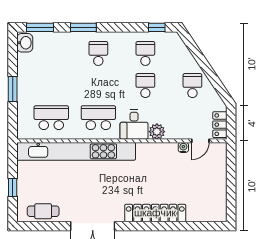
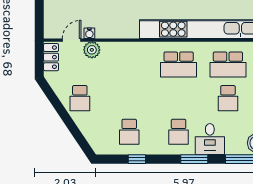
window: (157, 27) -> (137, 159), moved
school desk: (145, 86) -> (228, 98), moved
desk: (134, 125) -> (210, 139), moved, turned 180
plant: (157, 132) -> (92, 50), moved

